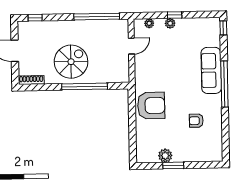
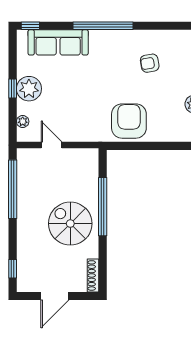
plant: (170, 23) -> (29, 89), width x1.87, depth x1.87
sofa: (211, 70) -> (58, 42), moved
armchair: (196, 121) -> (150, 63), turned 80

